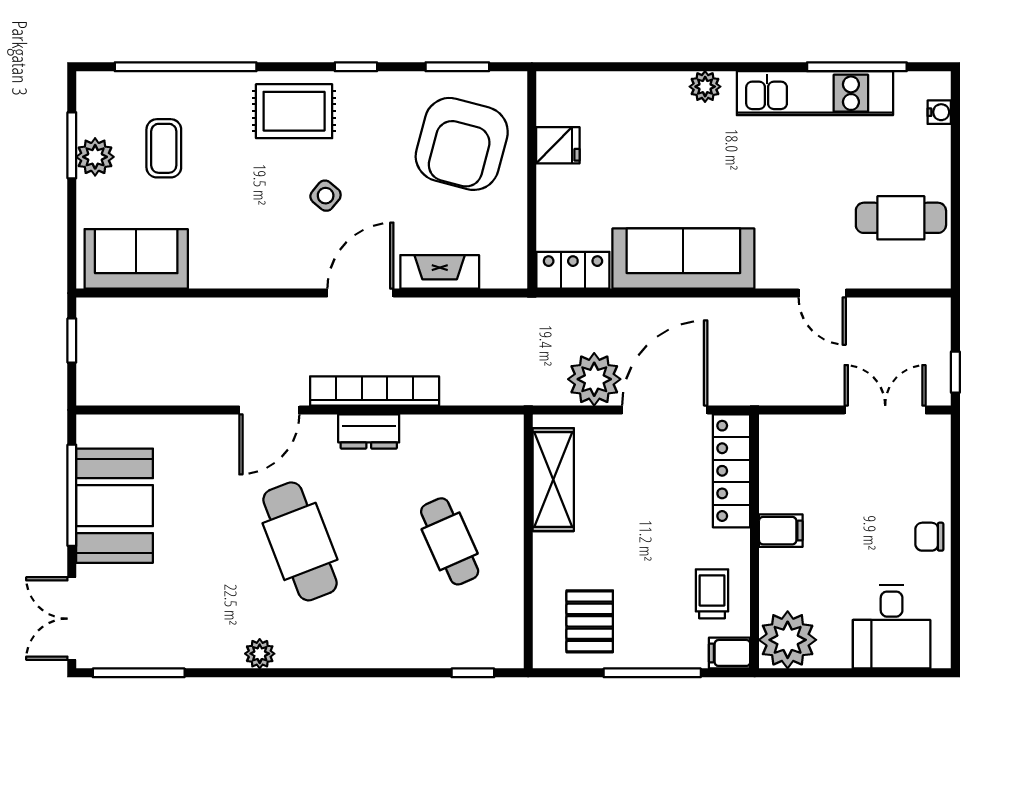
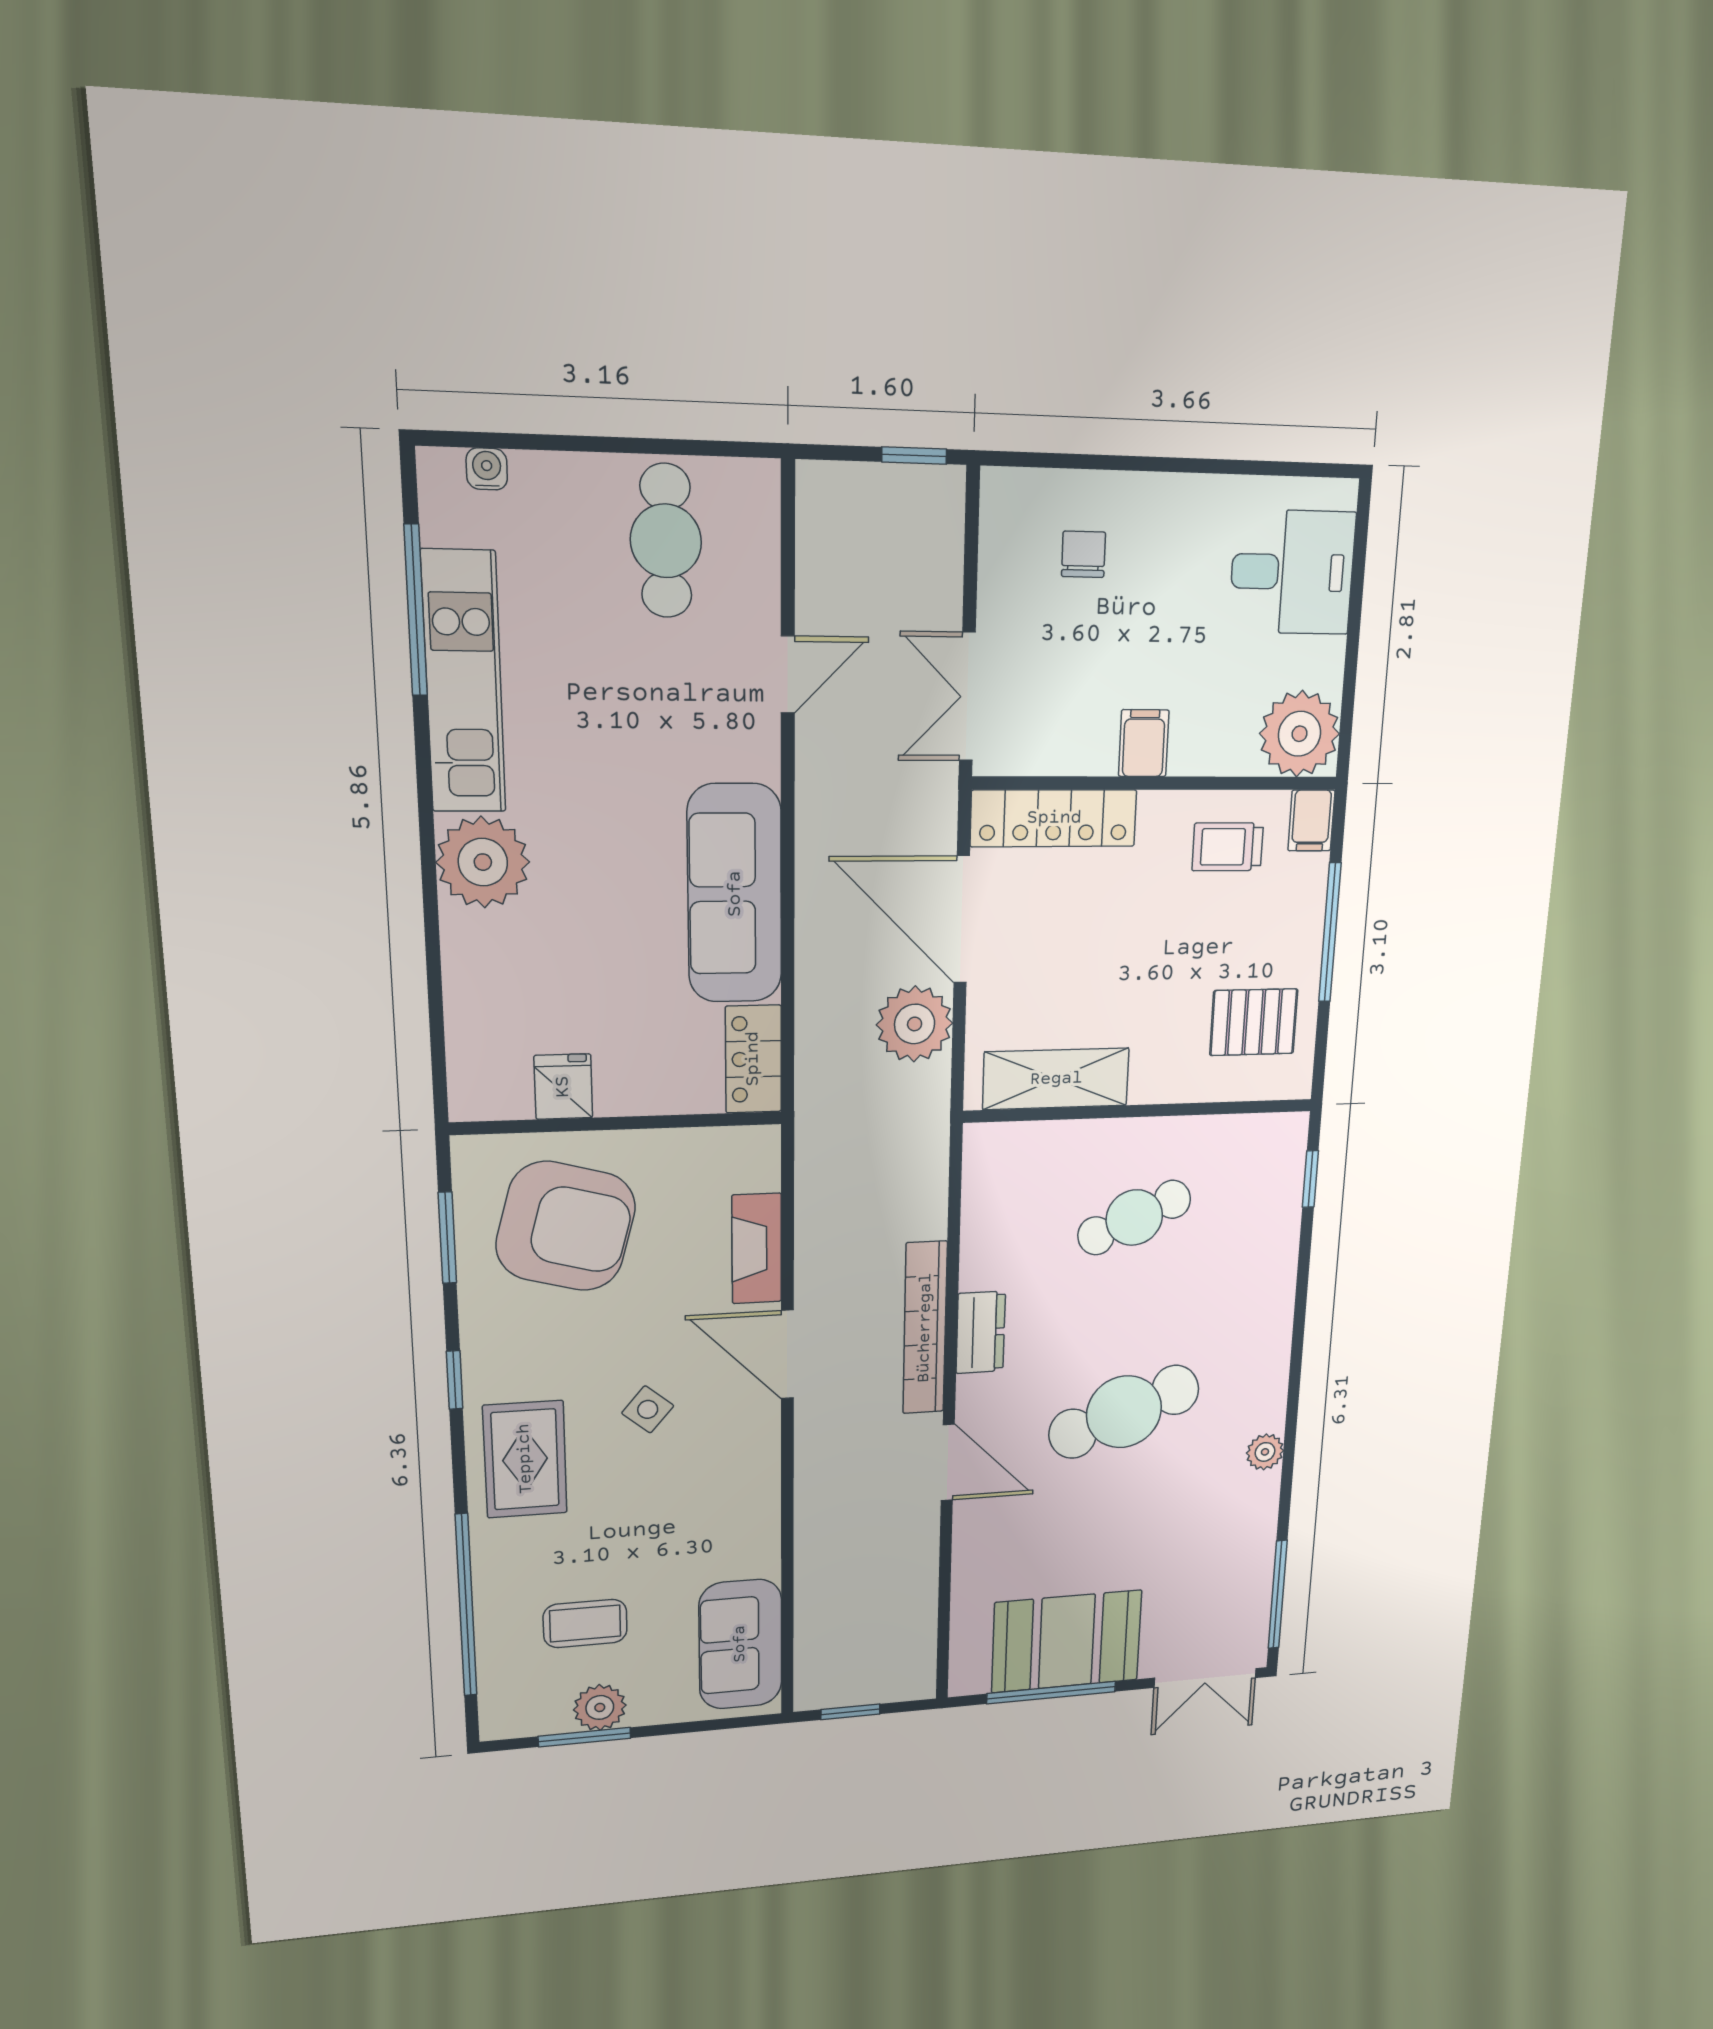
plant: (705, 87) -> (483, 862), width x1.87, depth x1.87
double door: (885, 410) -> (967, 697), moved
chair: (929, 537) -> (1084, 554), moved, turned 180

